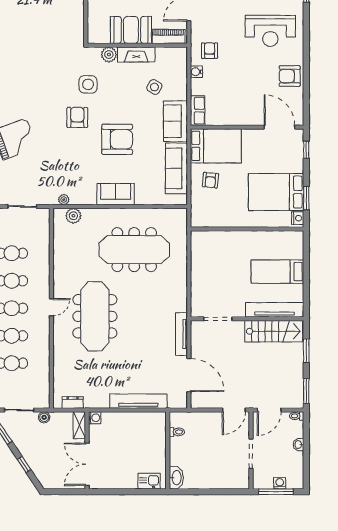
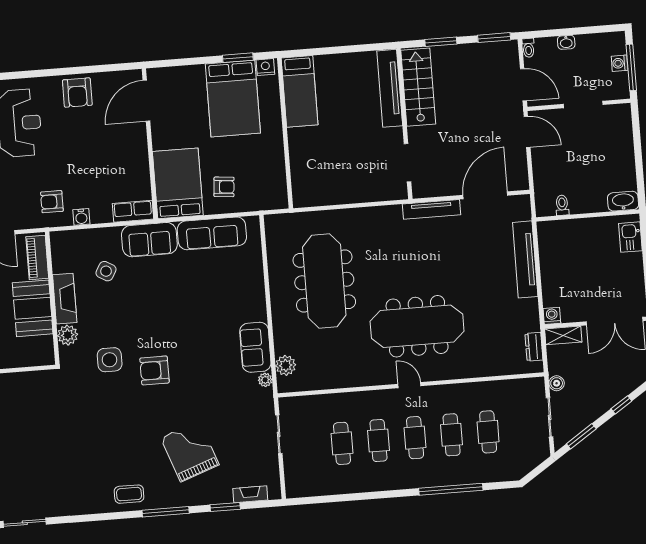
armchair: (117, 139) -> (179, 315), removed
window: (306, 150) -> (174, 63), removed
sofa: (116, 194) -> (255, 347), moved
bed: (277, 272) -> (300, 91), moved

